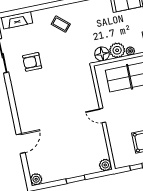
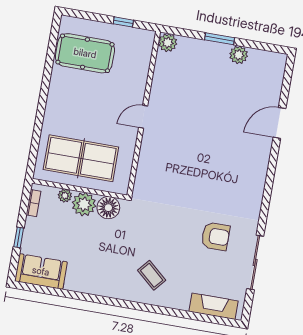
door: (102, 116) -> (143, 117), swing flipped
plant: (36, 179) -> (239, 55), moved

